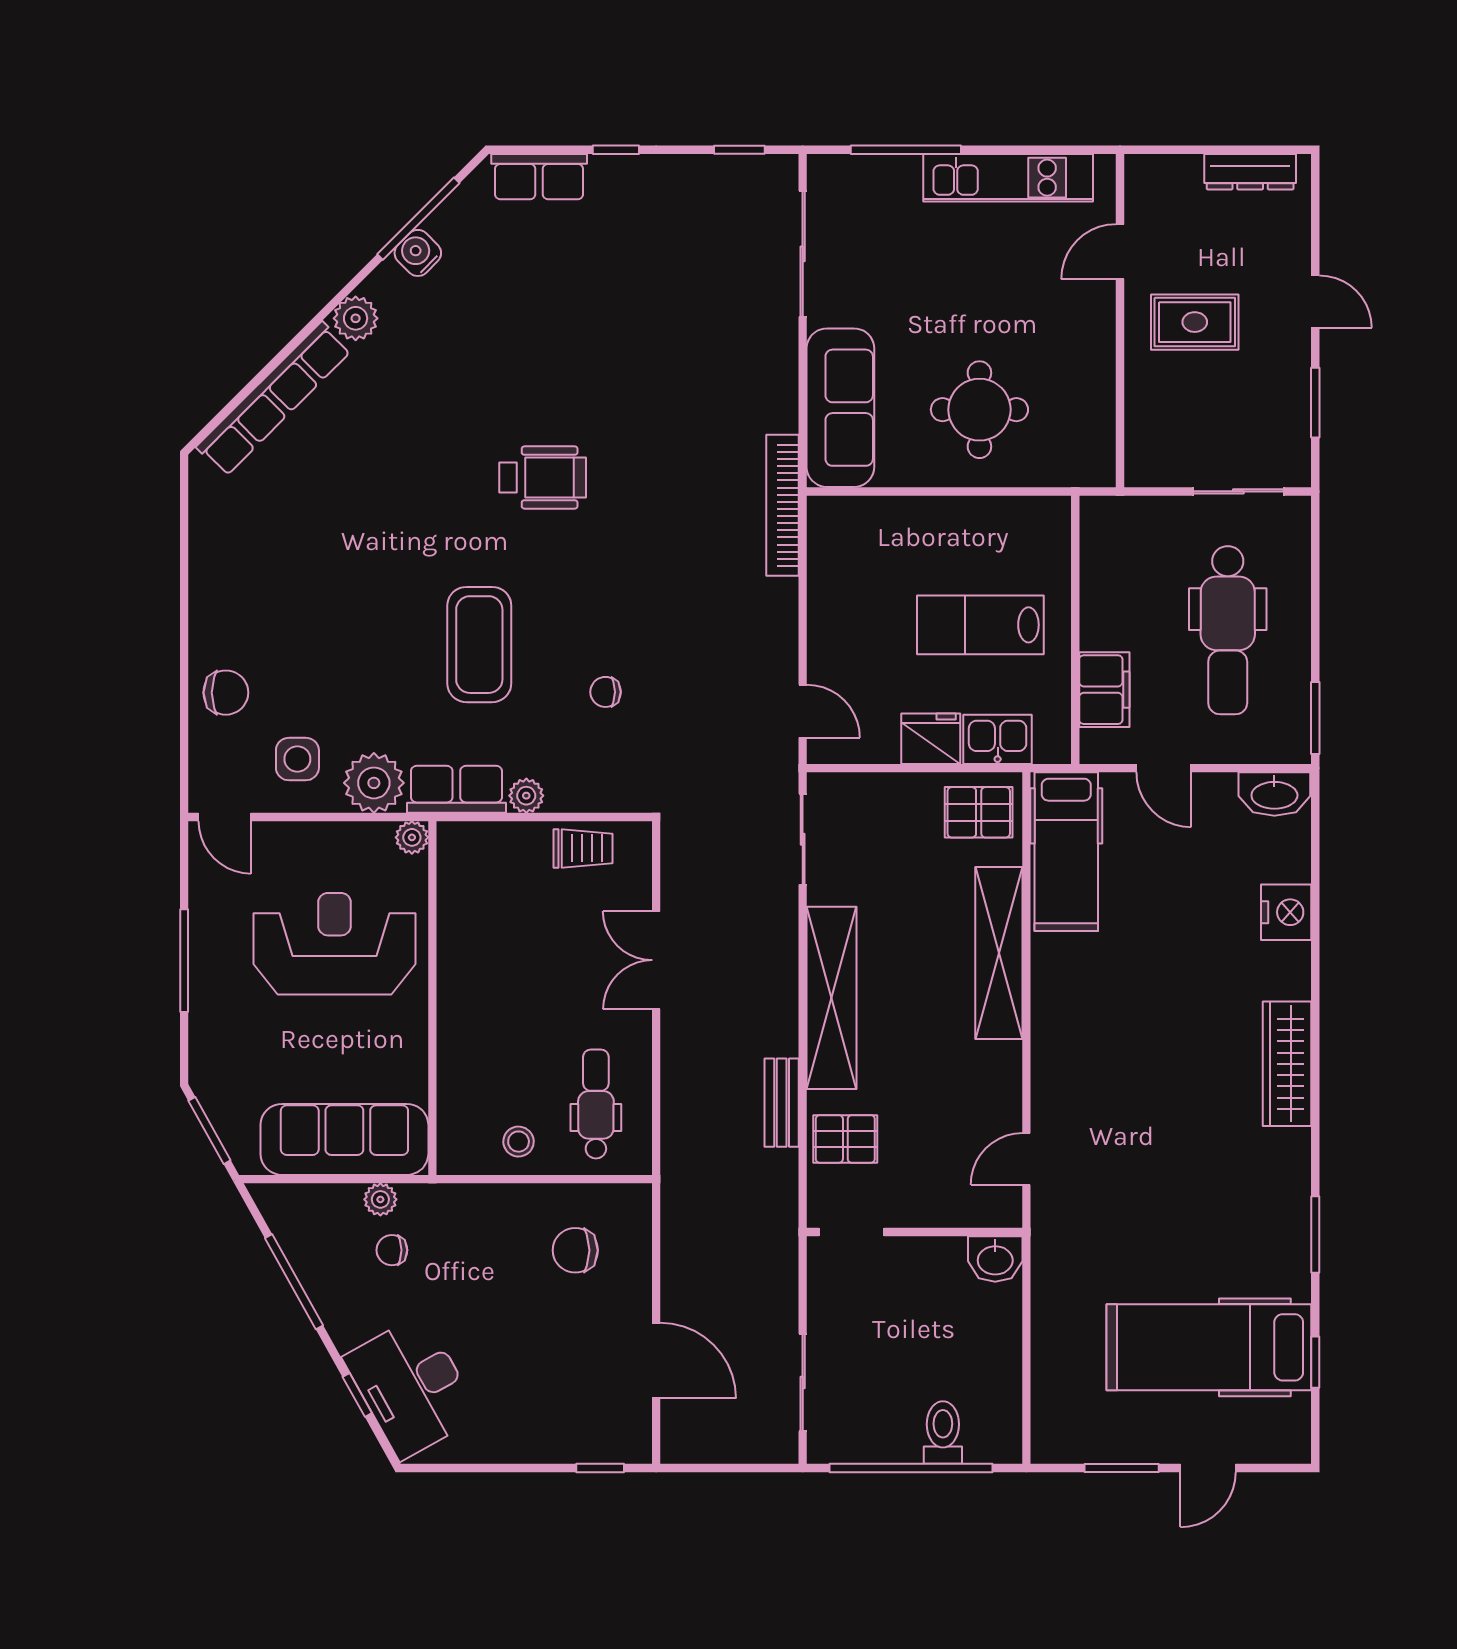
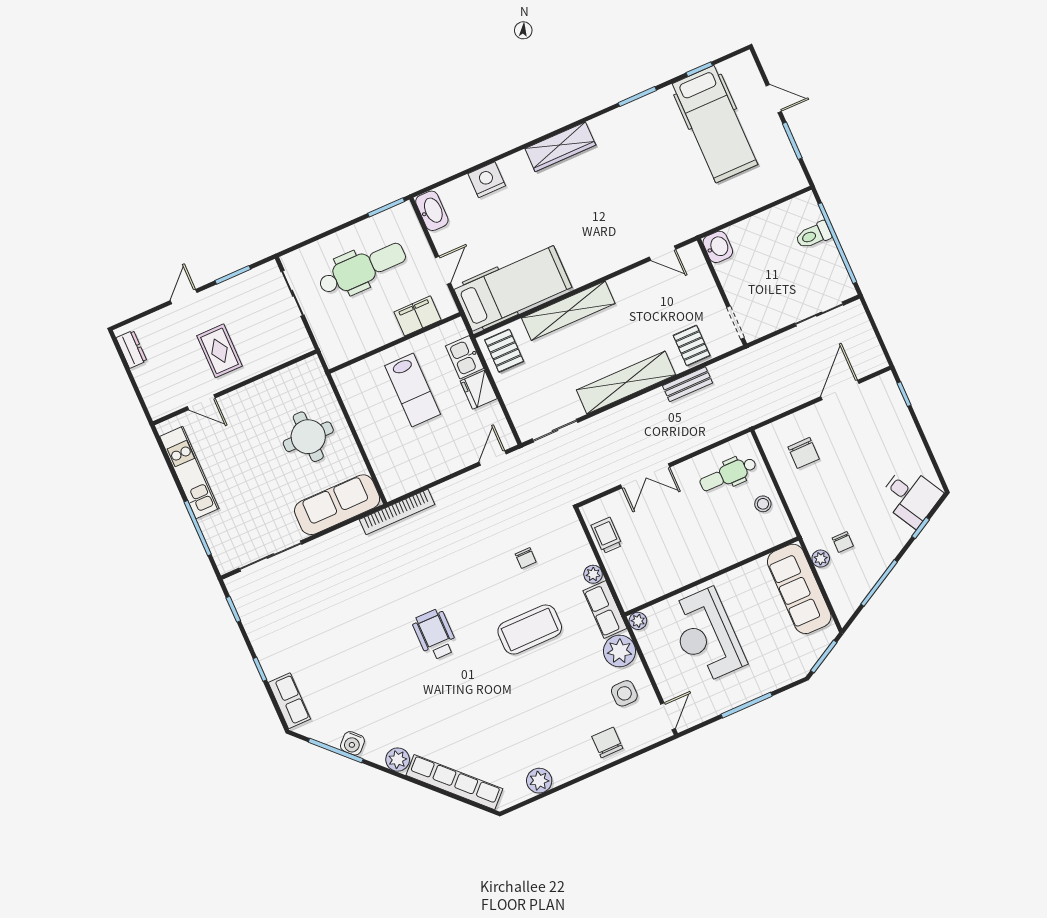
dresser: (1250, 172) -> (132, 349), width x0.70
plant: (212, 546) -> (539, 781), added
hospital bed: (1066, 852) -> (513, 288), width x1.37, depth x1.29
desk: (412, 1387) -> (910, 496), width x0.73

